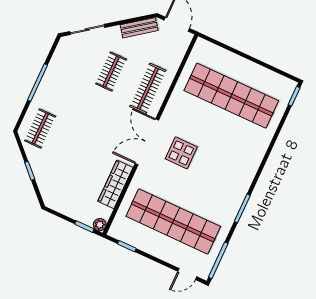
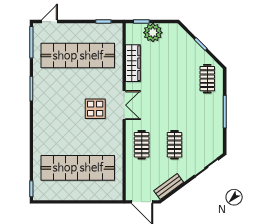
clothes rail: (148, 88) -> (142, 145), width x0.73
double door: (147, 142) -> (124, 105), width x0.73
plant: (100, 225) -> (153, 33), moved, width x1.87, depth x1.87

